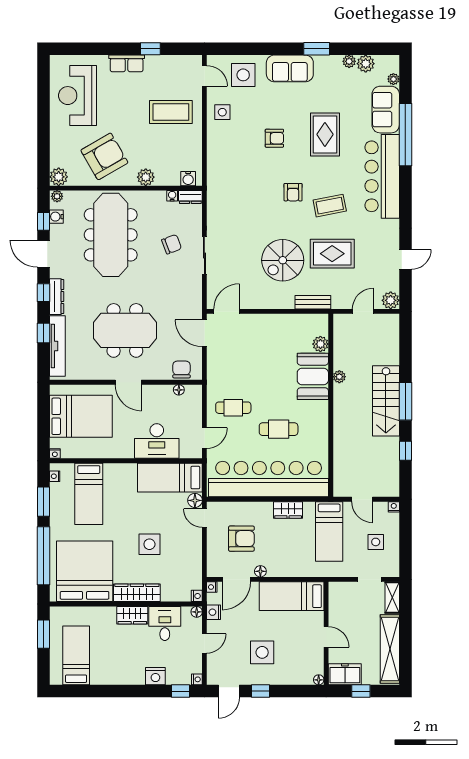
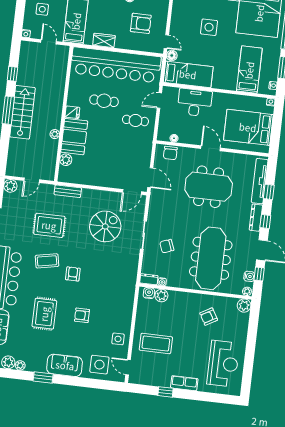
armchair: (104, 156) -> (209, 317), width x0.53, depth x0.53
plant: (146, 177) -> (161, 296), moved
spiral stairs: (283, 260) -> (105, 226), moved
fridge: (319, 409) -> (72, 112), added
armchair: (241, 539) -> (141, 23), turned 180

